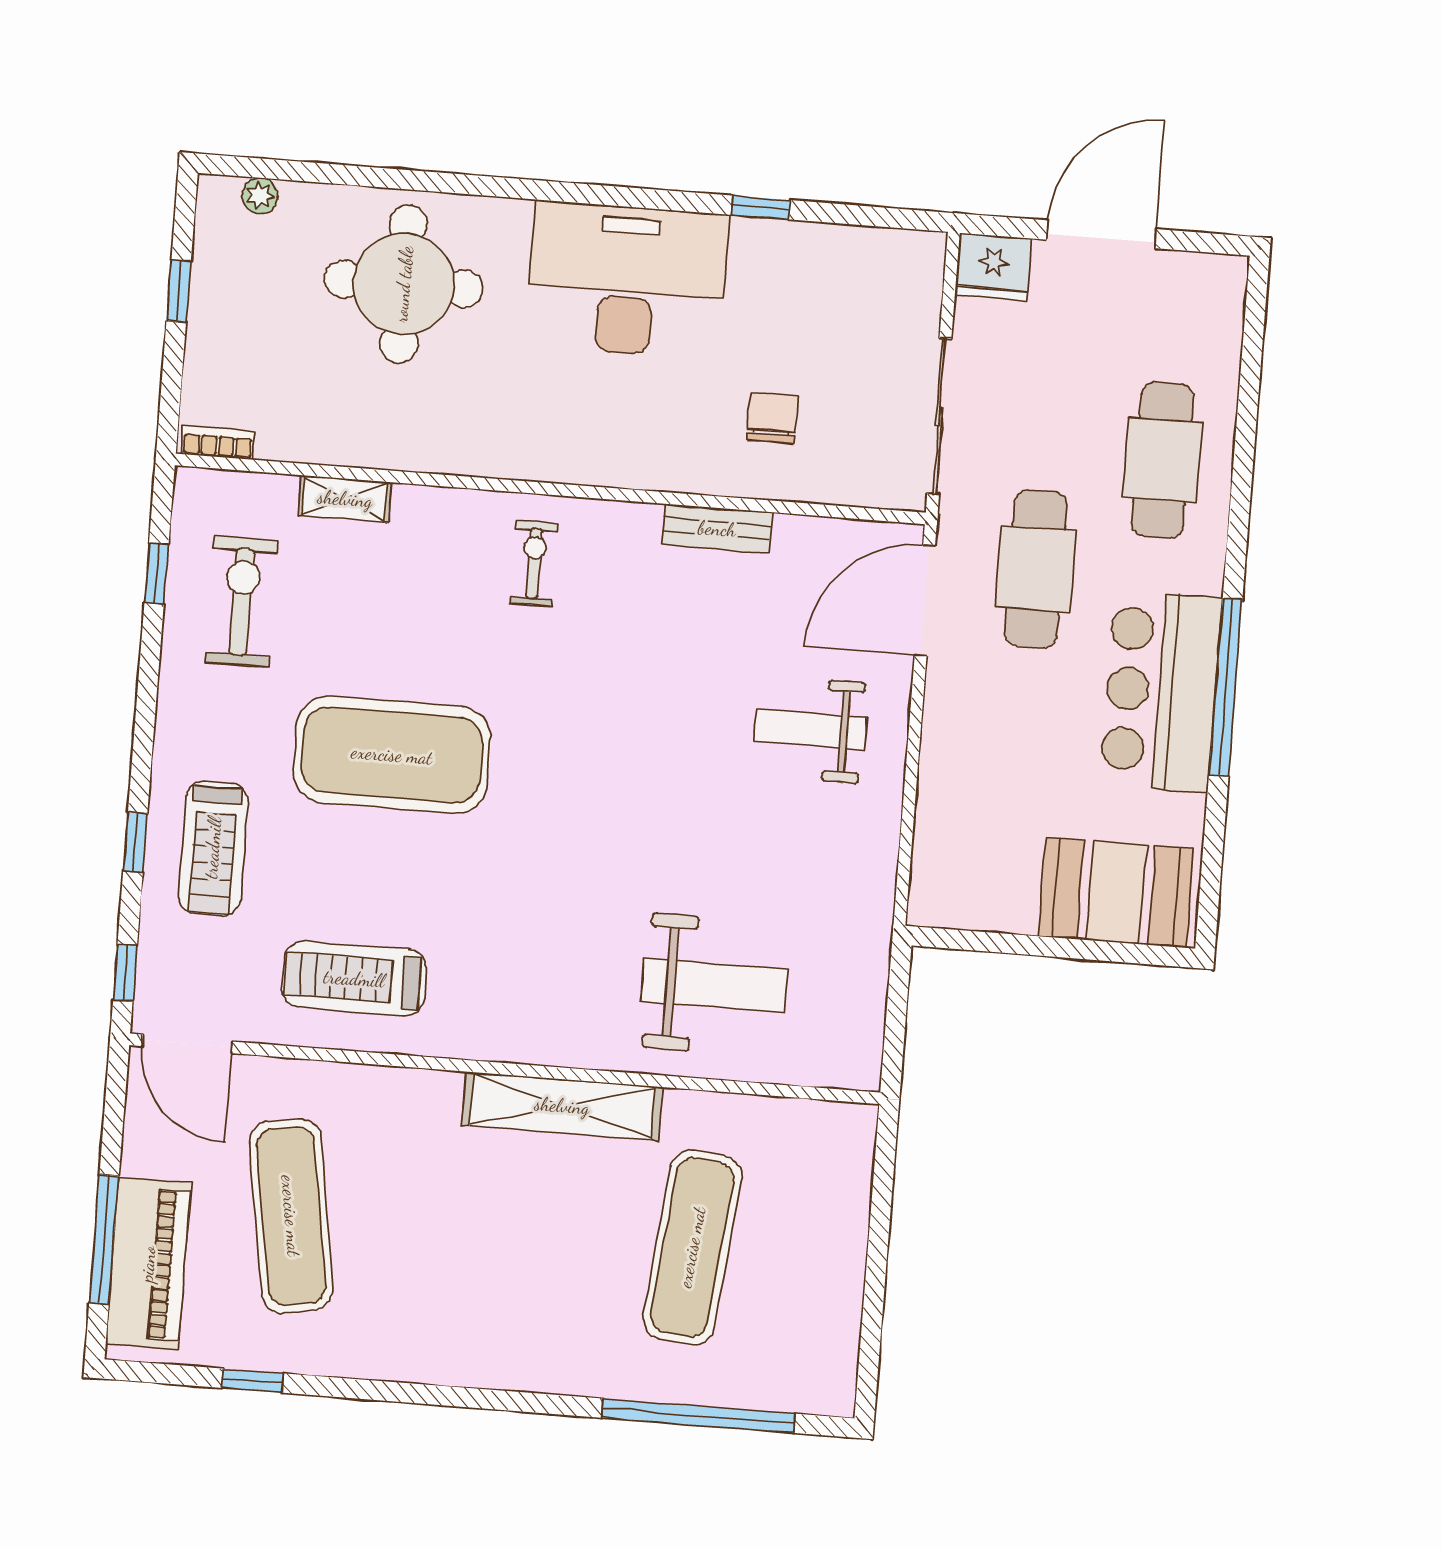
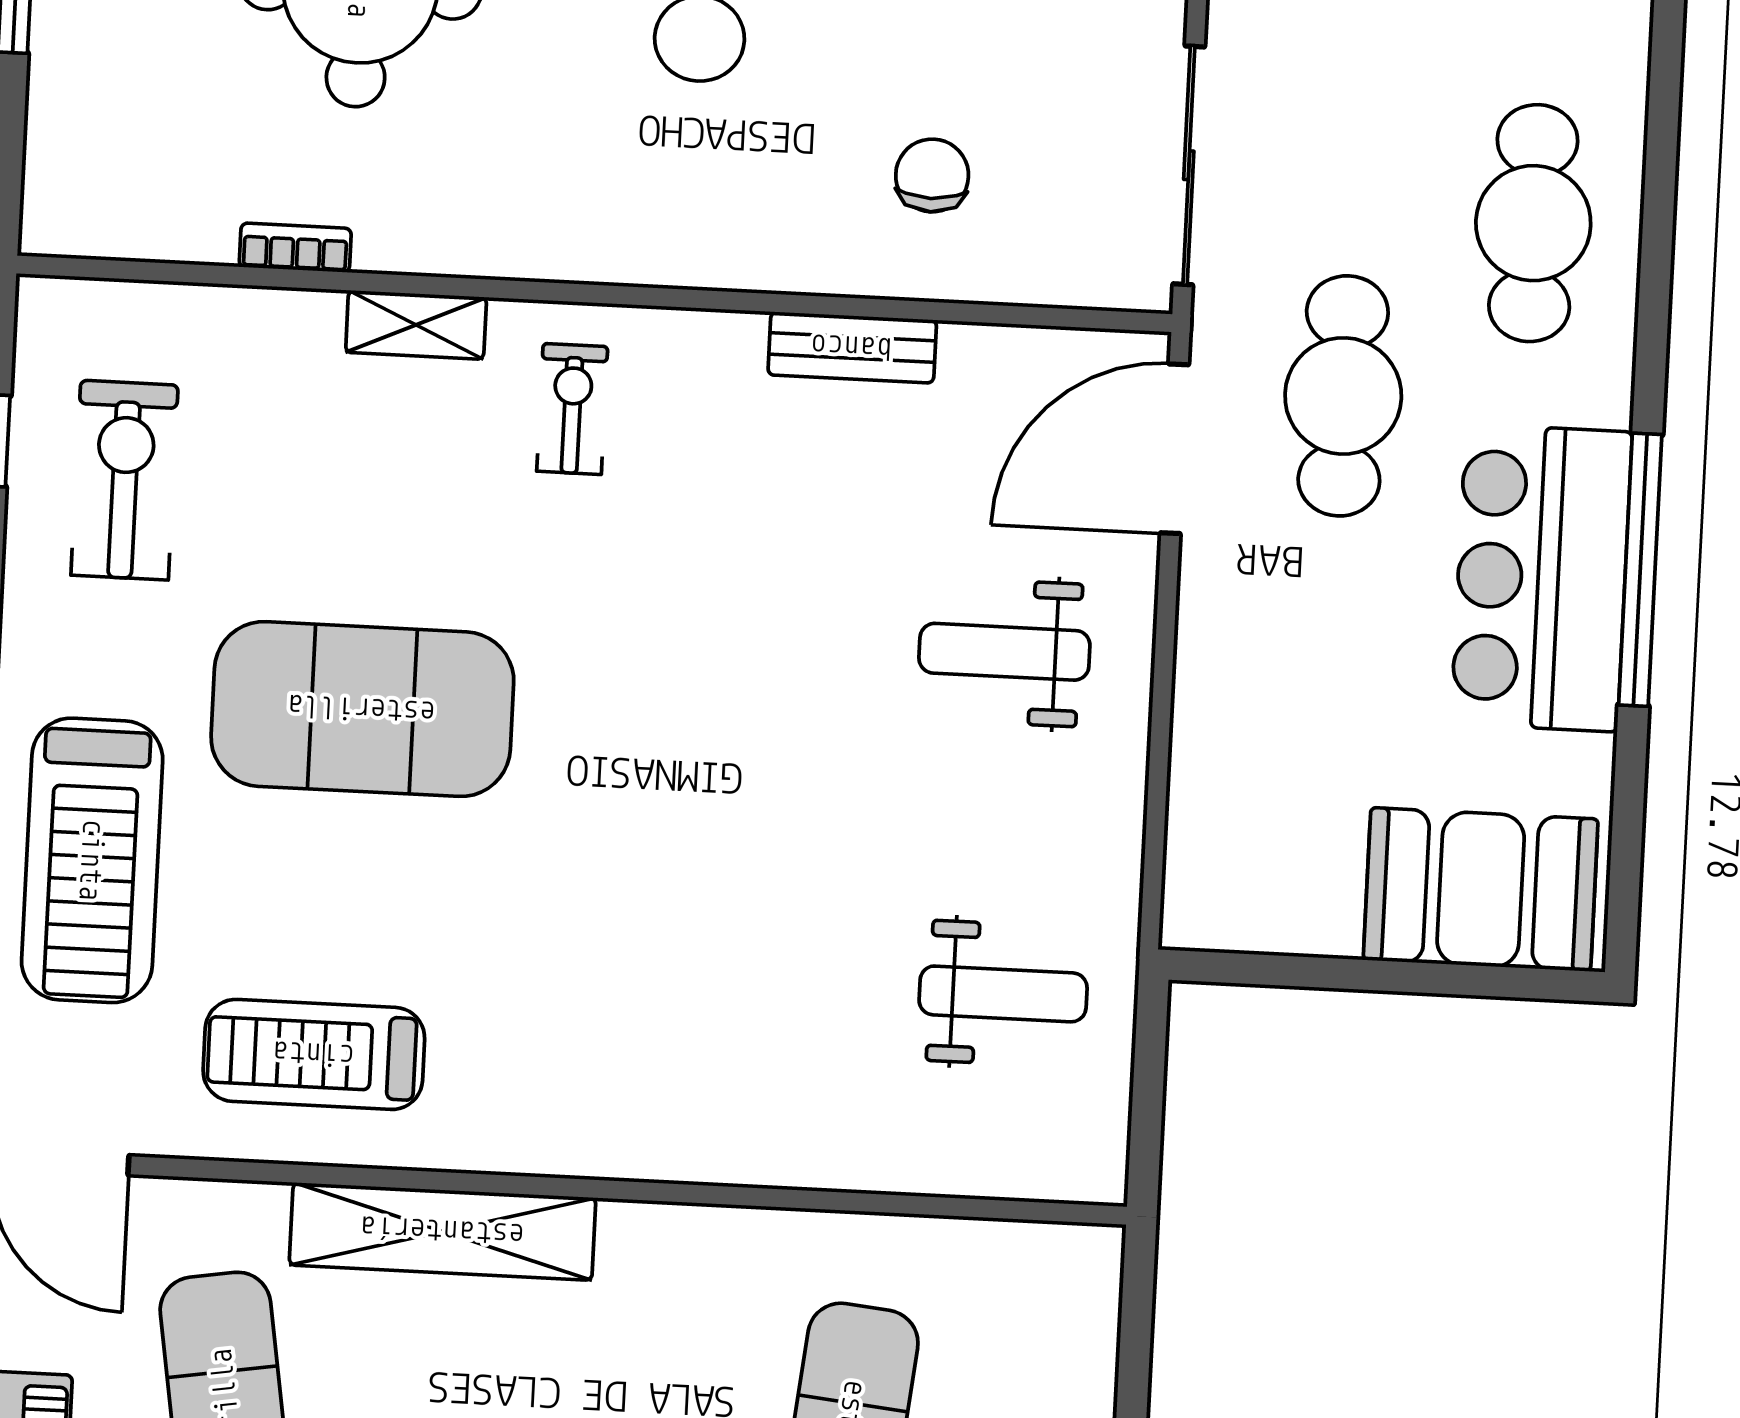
bookcase: (218, 443) -> (295, 248), moved
shelving: (345, 499) -> (416, 325), moved
treadmill: (213, 848) -> (92, 860), width x1.37, depth x1.38
weight bench: (714, 985) -> (1003, 994), moved, width x0.73, depth x0.75
shelving: (562, 1106) -> (443, 1231), moved

